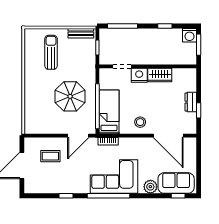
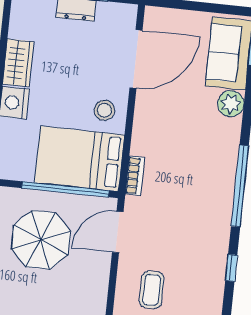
bed: (109, 112) -> (79, 159), width x1.50
door: (78, 136) -> (118, 232), swing flipped
corner sofa: (114, 177) -> (204, 171), removed

